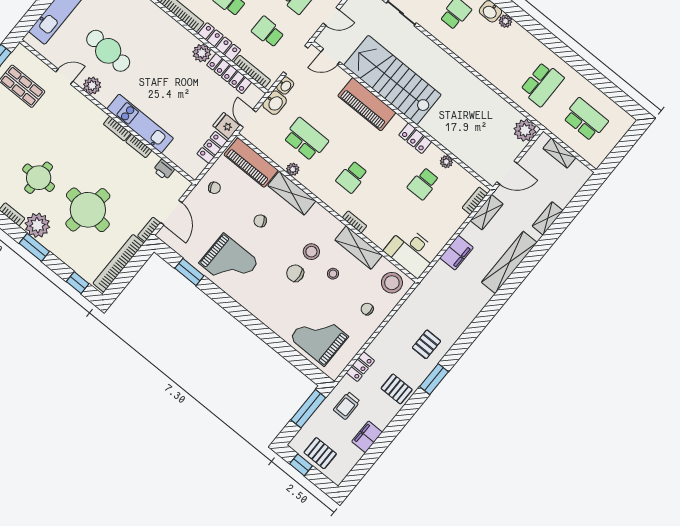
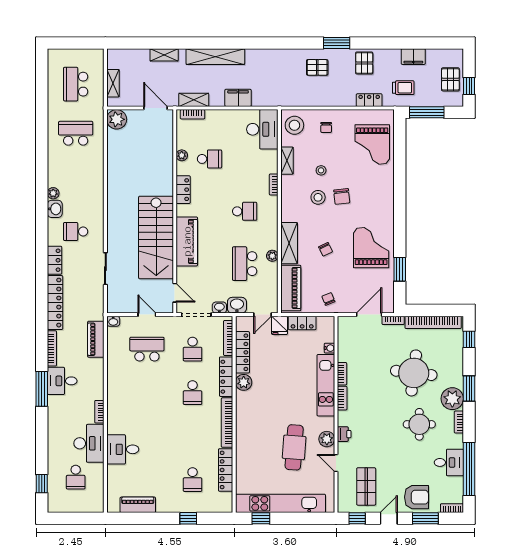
water cooler: (170, 153) -> (330, 348), added
printer: (164, 170) -> (344, 434), moved
shelving: (359, 248) -> (287, 161), width x0.67, depth x0.75

